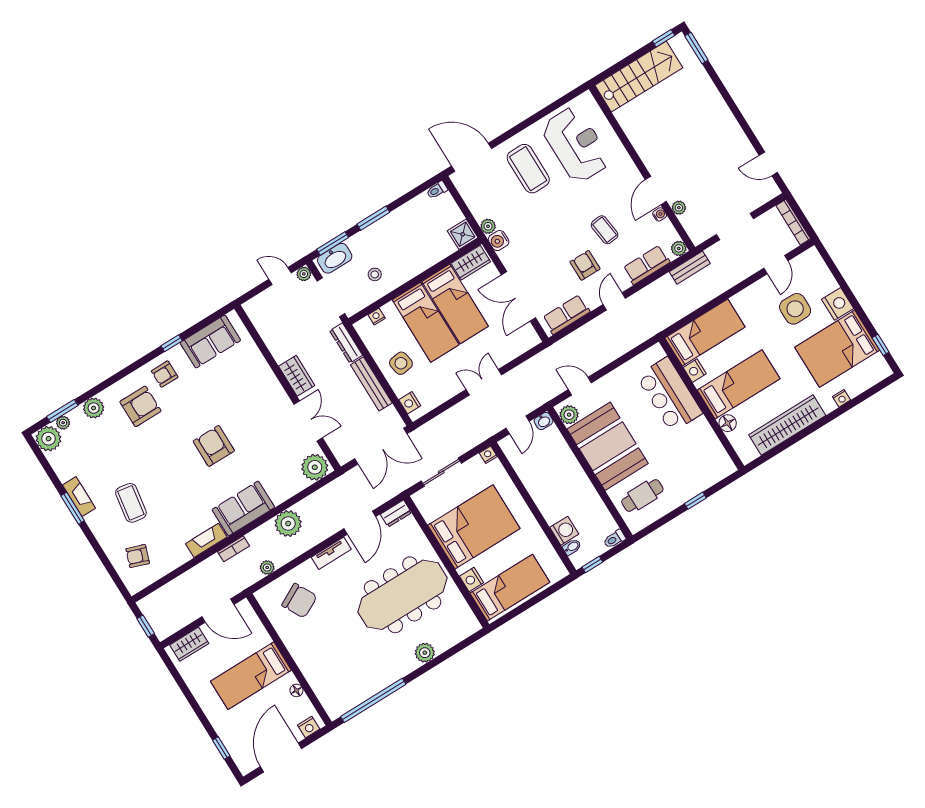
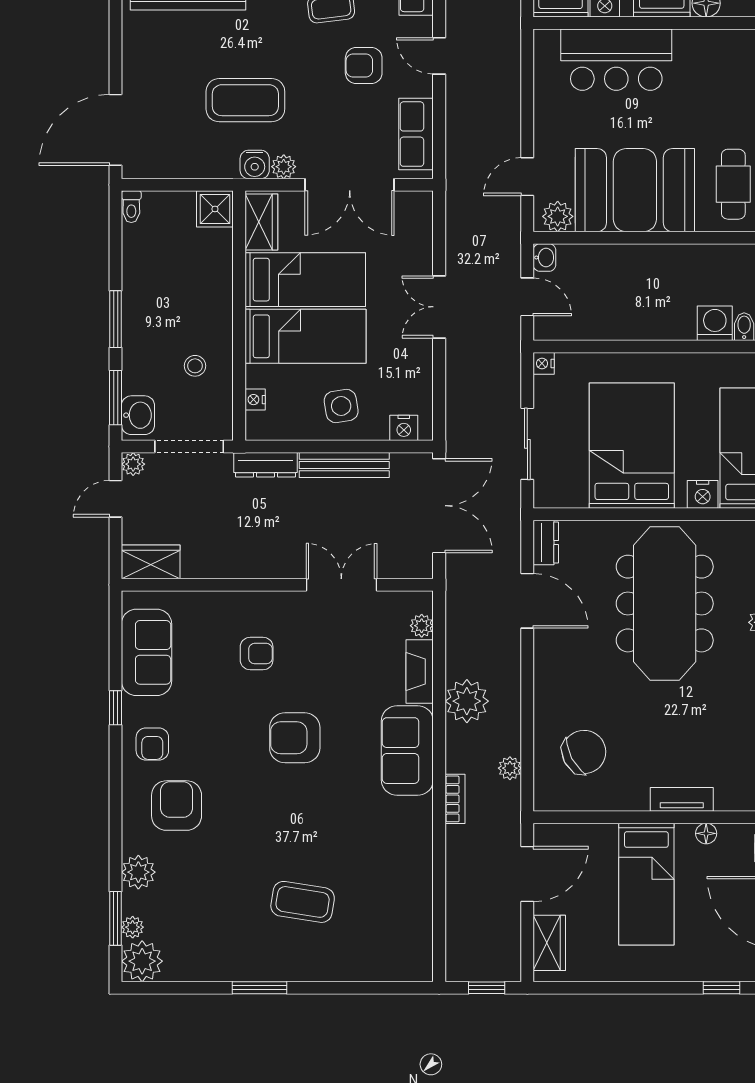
coffee table: (528, 169) -> (245, 100), moved
plant: (488, 226) -> (284, 167), moved
washbasin: (335, 258) -> (138, 415), width x0.72
wardrobe: (297, 376) -> (151, 562), moved
plant: (315, 467) -> (422, 626), width x0.53, depth x0.53
fireplace: (79, 497) -> (249, 969), removed
fireplace: (206, 540) -> (420, 671), moved
tv unit: (331, 553) -> (682, 799), moved, turned -90
armchair: (138, 556) -> (257, 654), moved, turned -109

